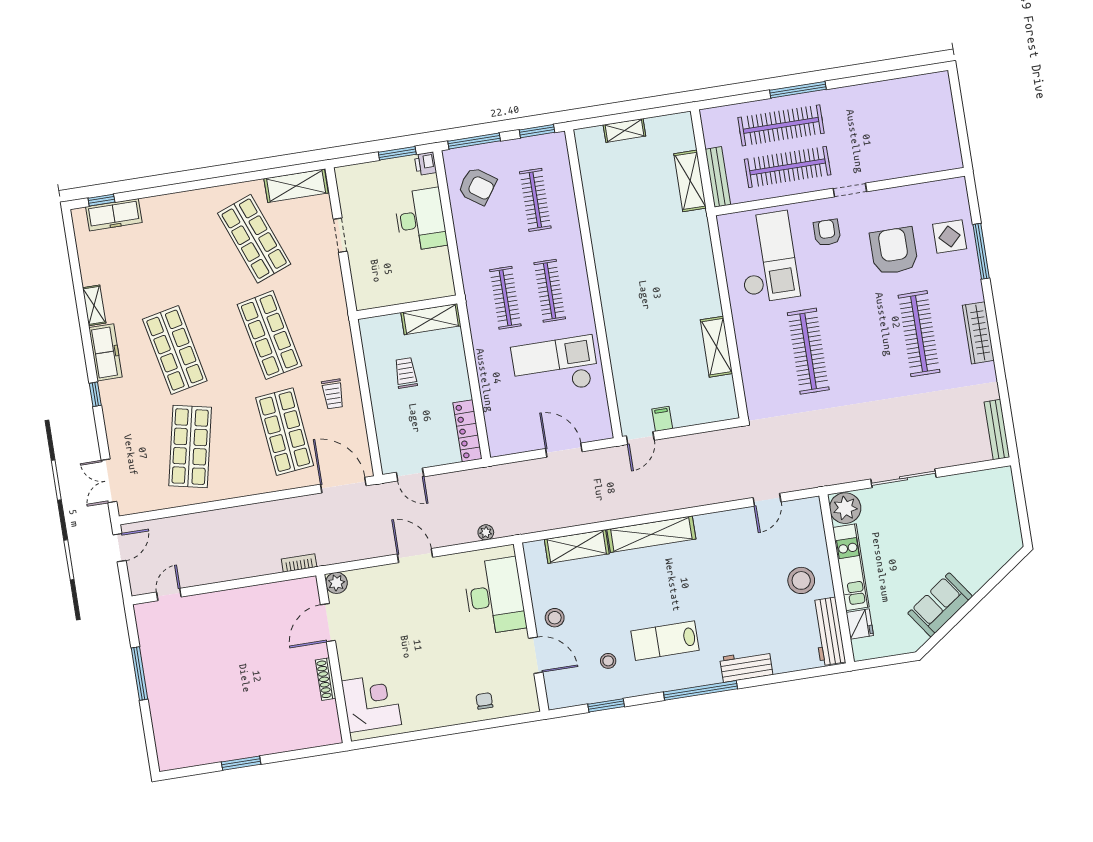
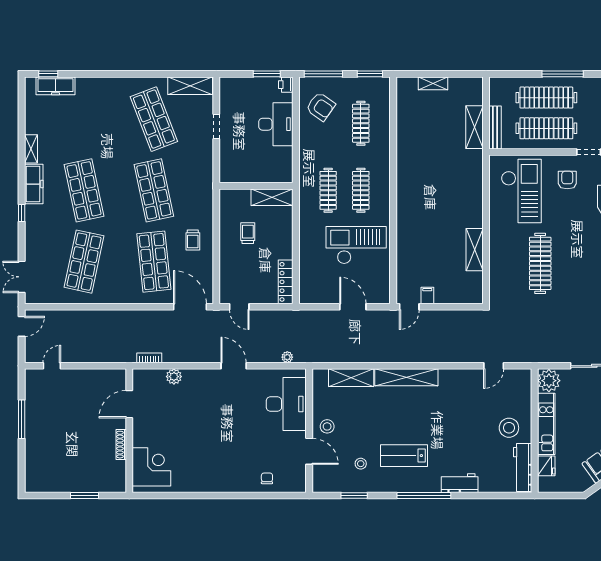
door: (328, 623) -> (129, 404), moved
wall: (334, 659) -> (129, 431), moved
shoe rack: (326, 679) -> (121, 445), moved
corner desk: (371, 703) -> (151, 467), moved

